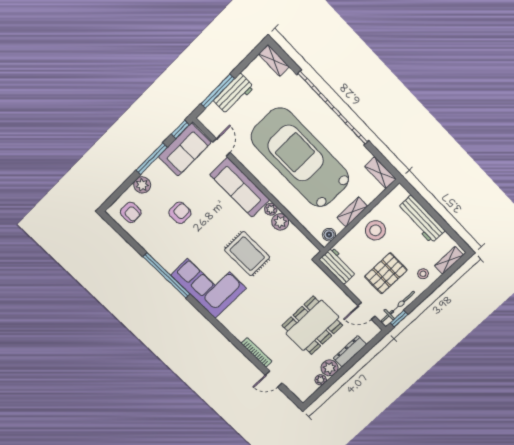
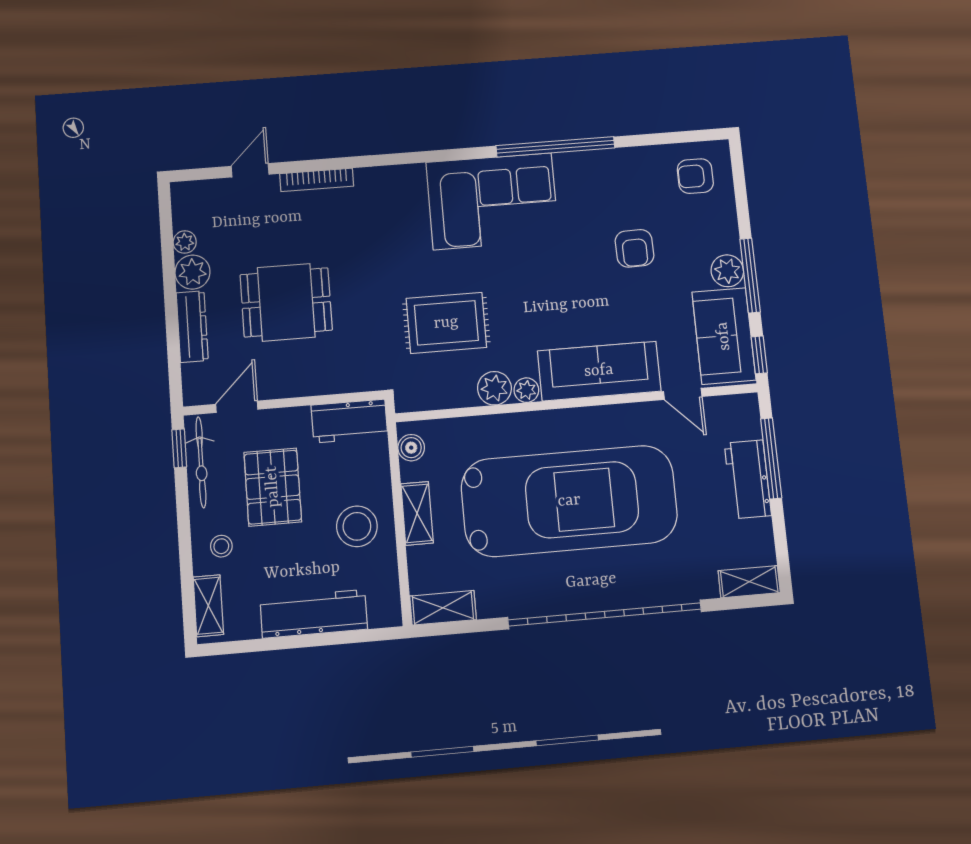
plant: (142, 185) -> (727, 271), moved
rug: (247, 254) -> (446, 323), moved
dining table: (312, 325) -> (286, 302), width x0.73

